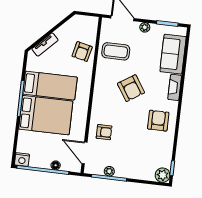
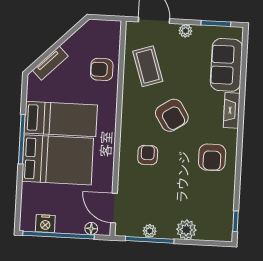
coffee table: (116, 51) -> (148, 66), turned 72
armchair: (82, 52) -> (102, 69), turned 77
armchair: (158, 121) -> (212, 157), turned 180
armchair: (104, 132) -> (148, 155), moved, turned -90
nightstand: (22, 160) -> (45, 224), moved
floor lamp: (56, 165) -> (91, 228), moved
plant: (163, 175) -> (186, 230), moved

